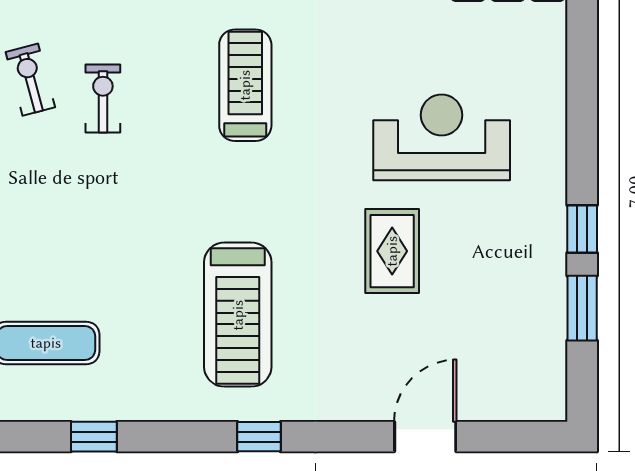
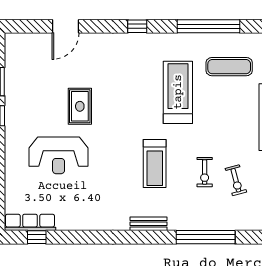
treadmill: (245, 85) -> (155, 163), moved
treadmill: (238, 315) -> (178, 92), moved
window: (94, 437) -> (208, 26), width x3.17

